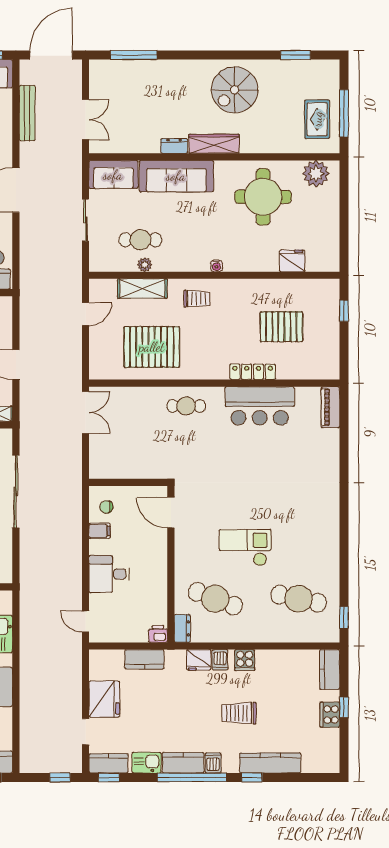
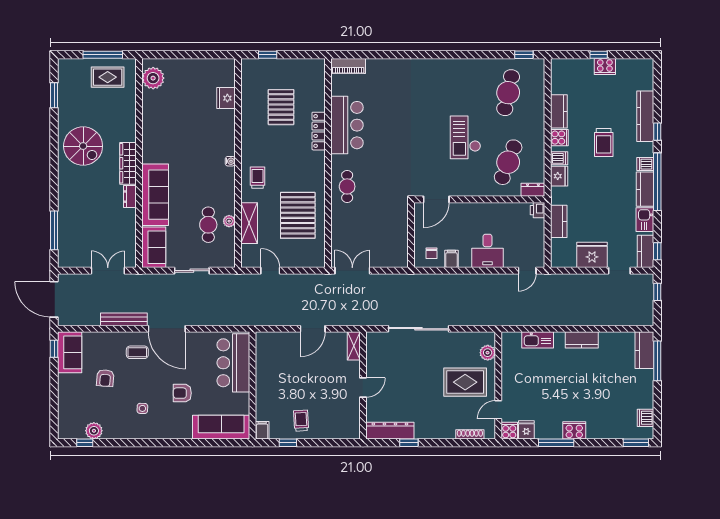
bench: (27, 113) -> (124, 319), moved
round table: (263, 197) -> (172, 122), removed
kitchen counter: (330, 670) -> (559, 111), moved, turned -90

